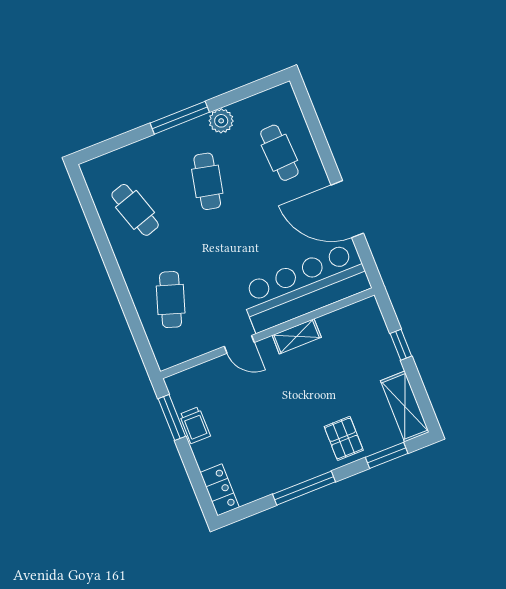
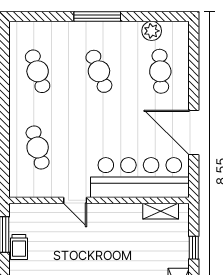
plant: (221, 121) -> (152, 31), moved
cafe table: (207, 181) -> (99, 71), turned -33
cafe table: (171, 300) -> (38, 148), turned -33
shelving: (297, 336) -> (161, 211), moved

